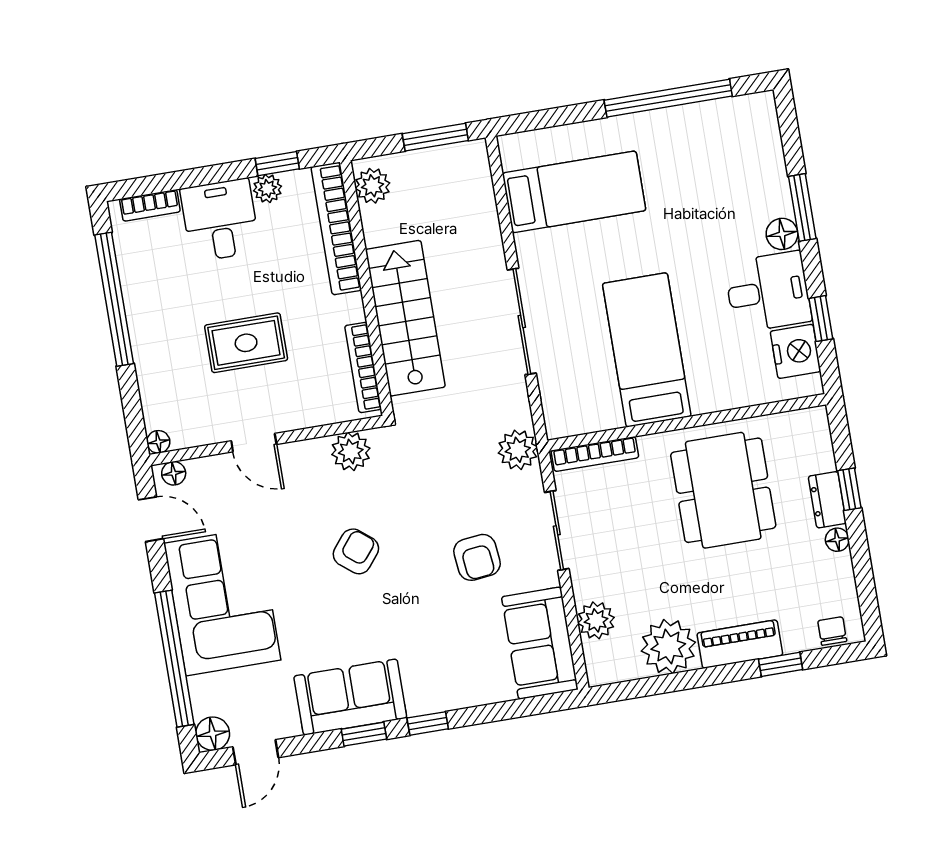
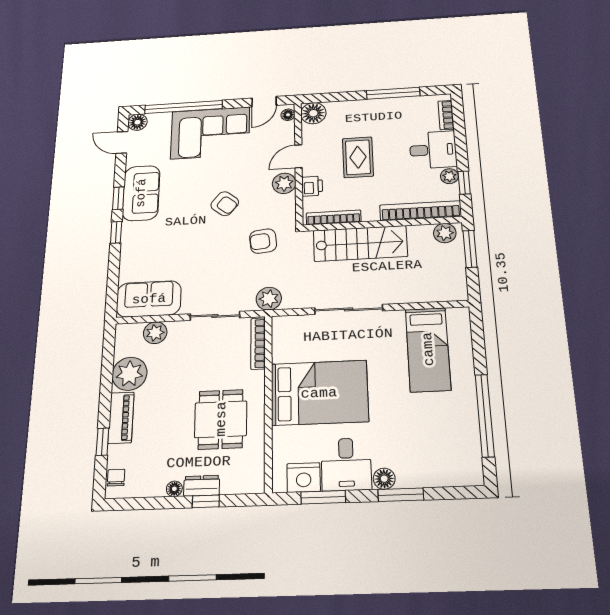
window: (435, 137) -> (470, 249), moved
window: (114, 299) -> (393, 93), width x0.68
window: (821, 319) -> (323, 497), width x1.50
bed: (647, 350) -> (319, 393), width x1.50
printer: (309, 411) -> (312, 186), added
floor lamp: (158, 442) -> (313, 113), width x1.89, depth x1.89
plant: (351, 451) -> (284, 183), moved
dining table: (723, 490) -> (221, 419), width x0.73
armchair: (477, 557) -> (263, 241), moved
chair: (832, 631) -> (116, 478), turned -90

